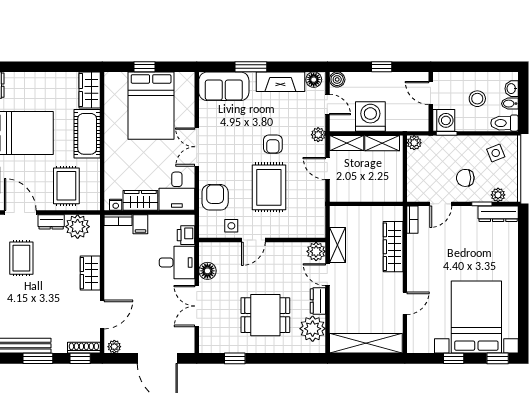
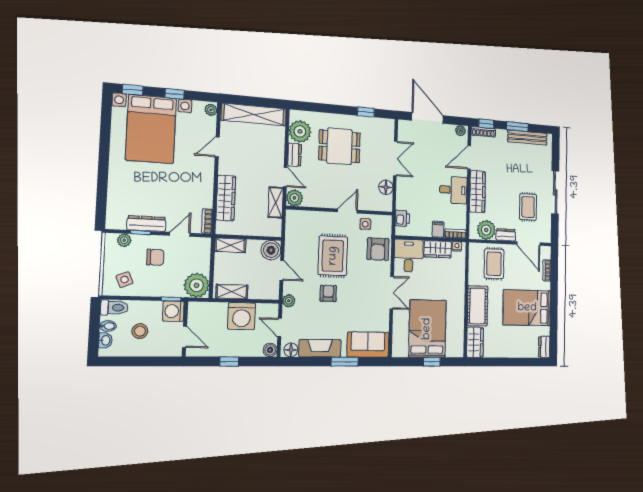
shelving: (347, 143) -> (230, 245), moved
plant: (414, 143) -> (197, 285), width x1.87, depth x1.87
boiler: (341, 191) -> (271, 250), added
dresser: (498, 214) -> (146, 224), moved
desk: (177, 262) -> (453, 190), moved, turned 180
wardrobe: (90, 273) -> (477, 192), width x1.50
plant: (414, 344) -> (211, 110), added

